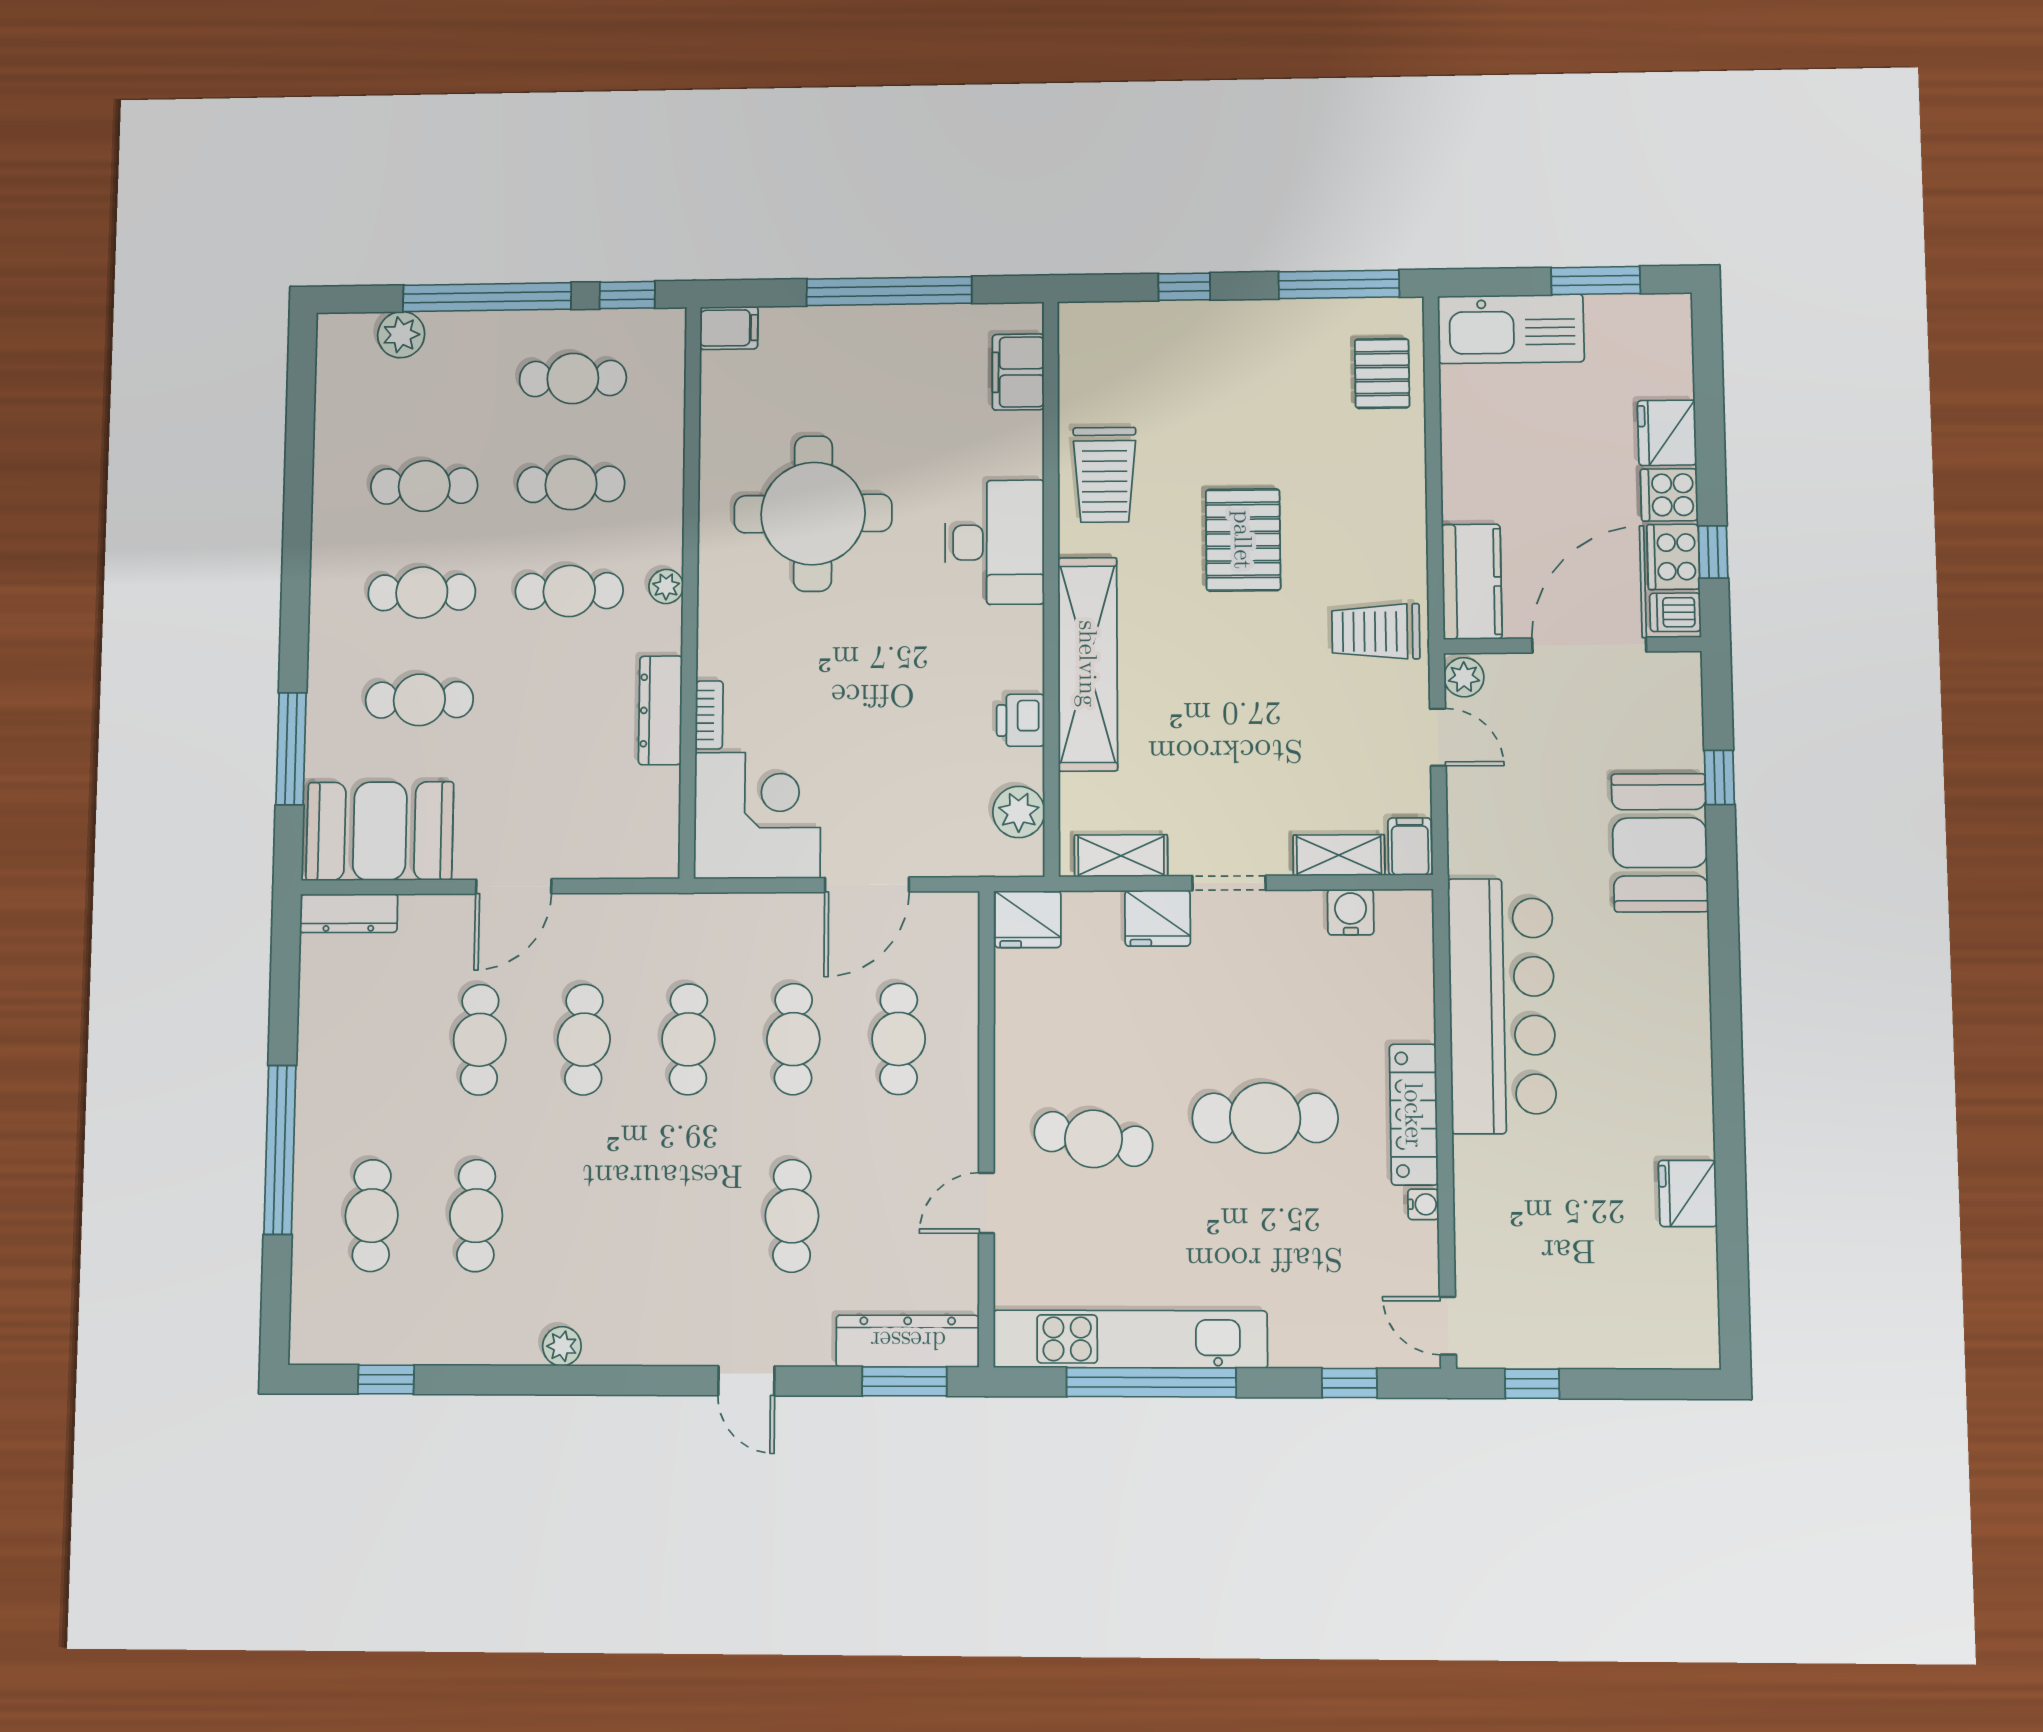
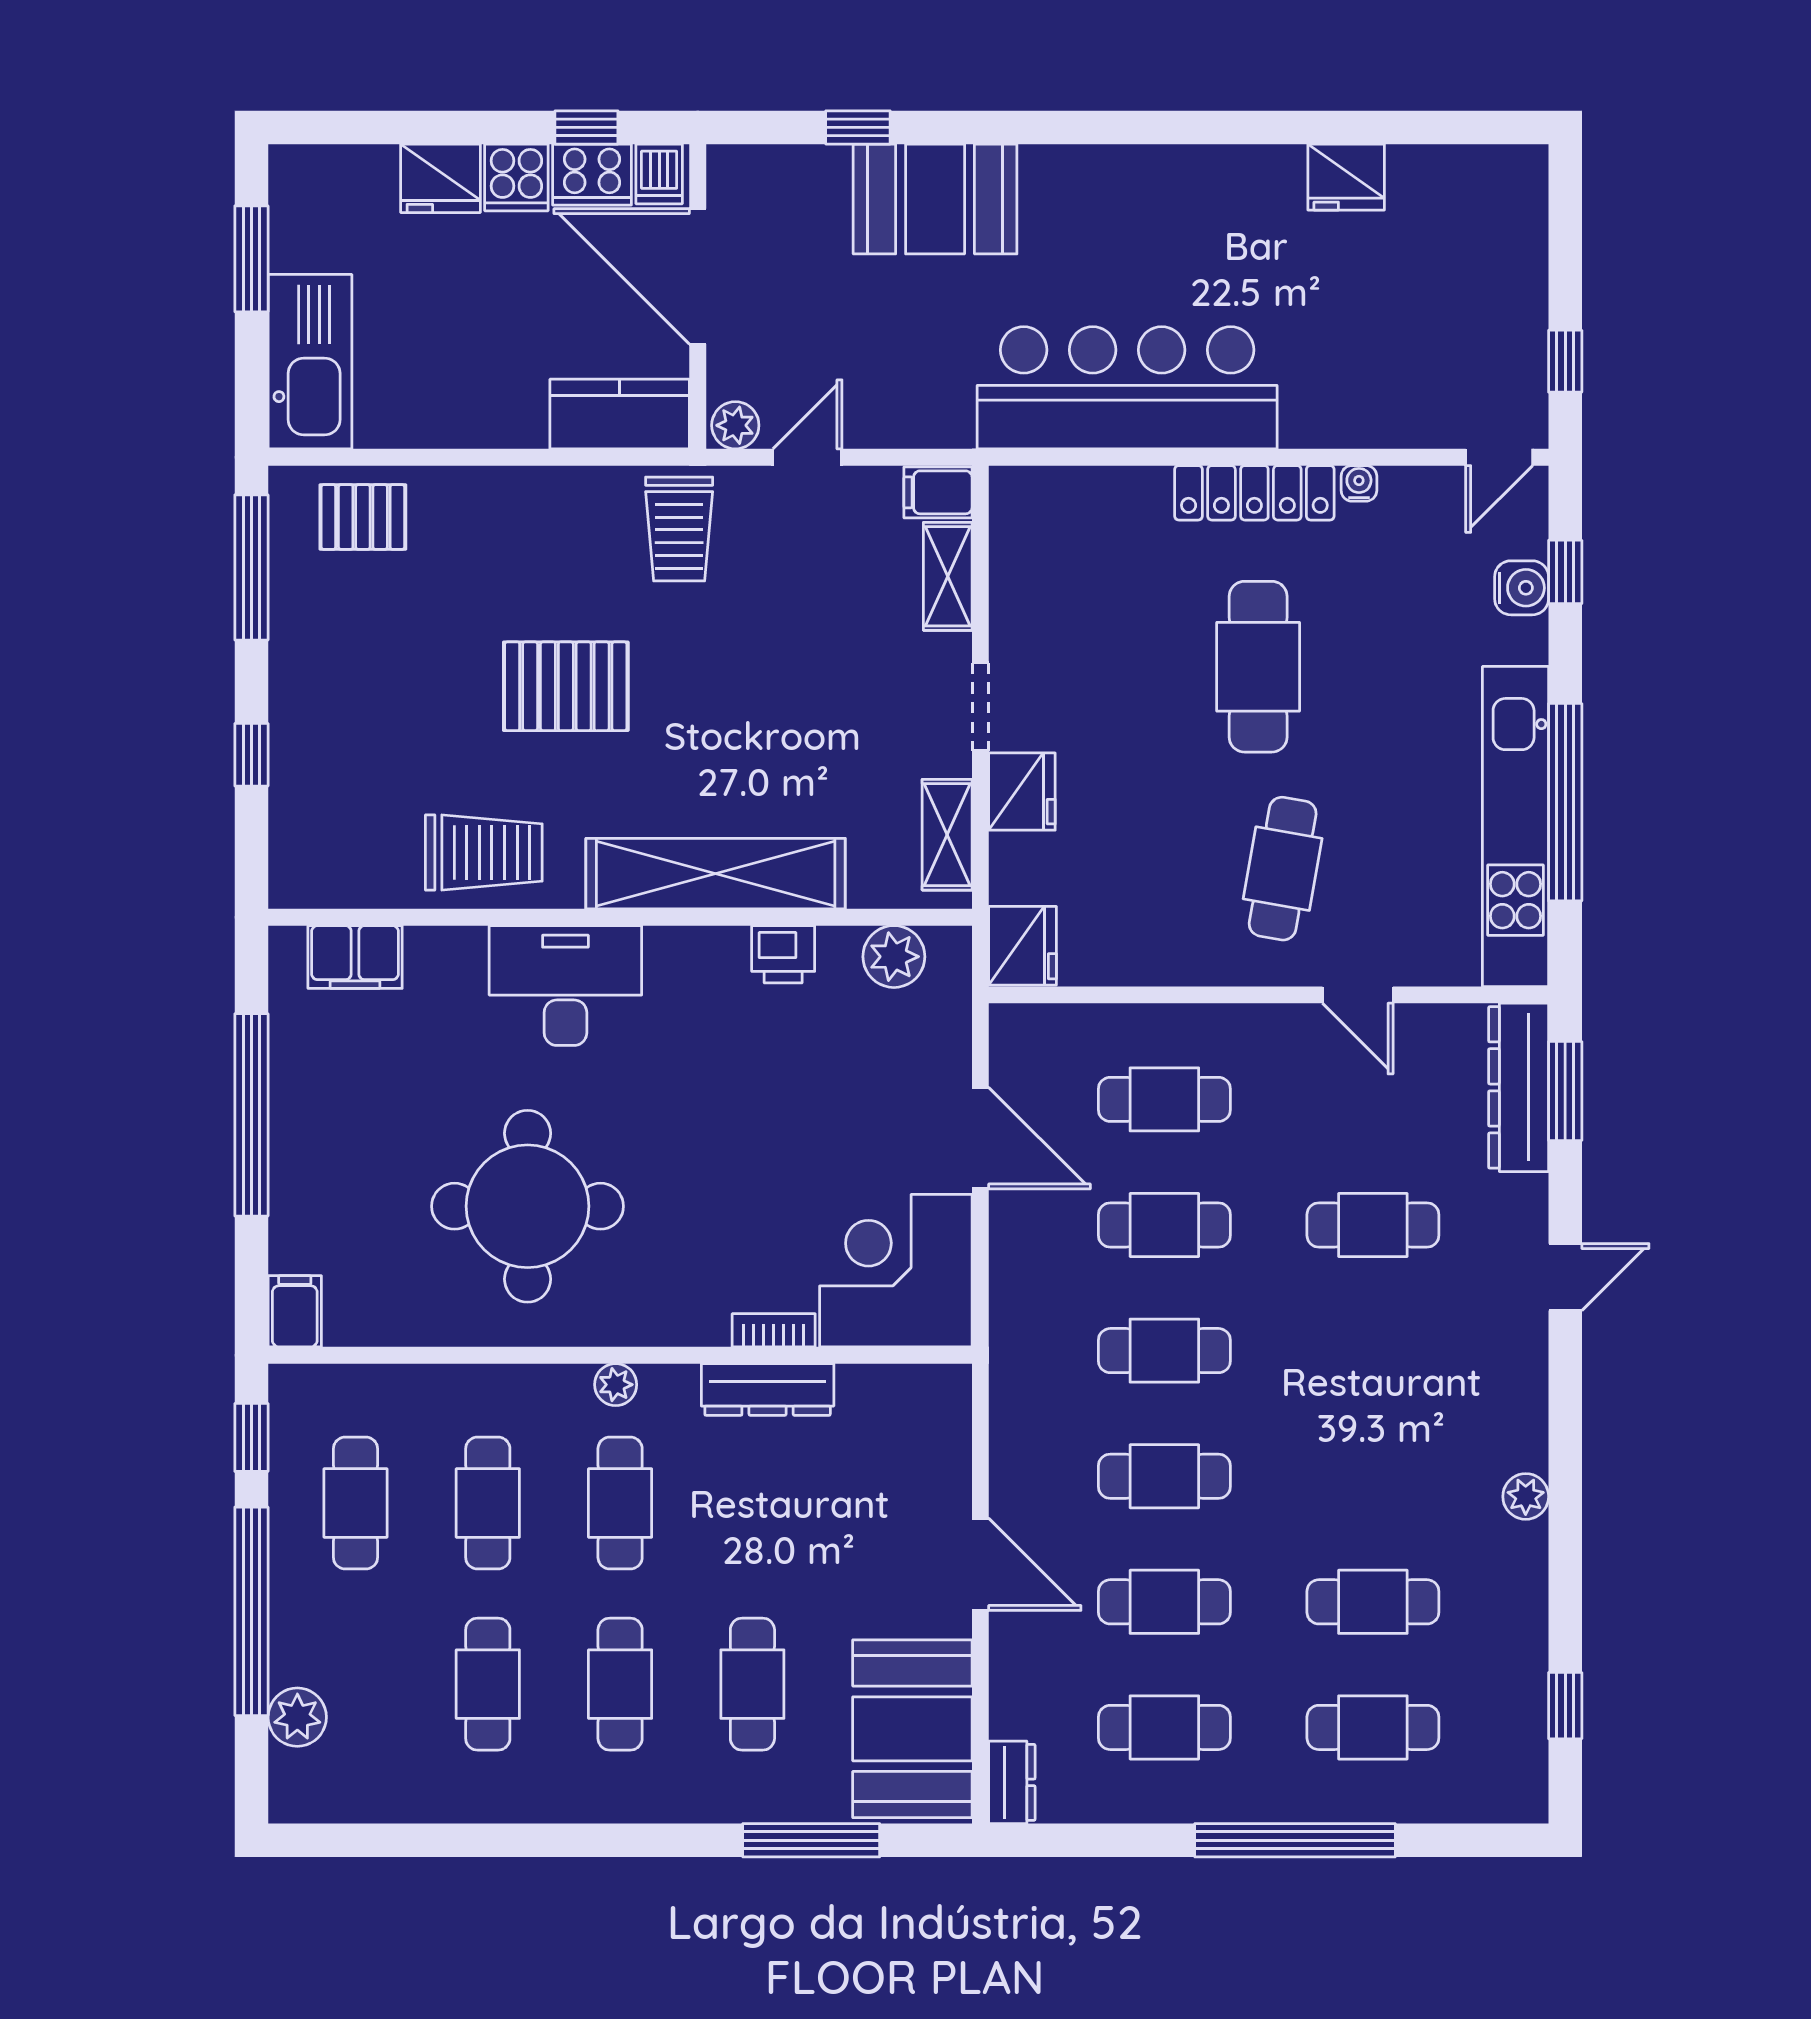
water cooler: (1351, 912) -> (1522, 588), moved, turned 180
dresser: (349, 913) -> (1012, 1782), width x0.70
cafe table: (376, 1040) -> (1164, 1727), added

